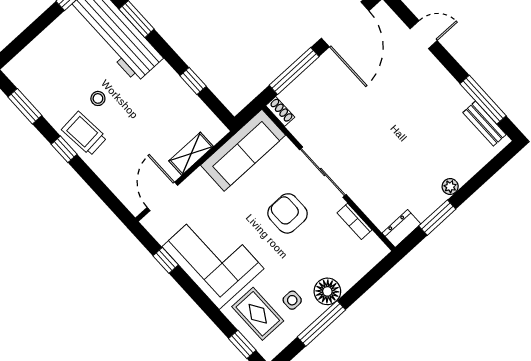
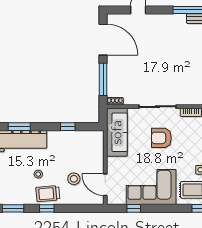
stool: (133, 149) -> (74, 179), added
shelving: (191, 154) -> (98, 156), removed

